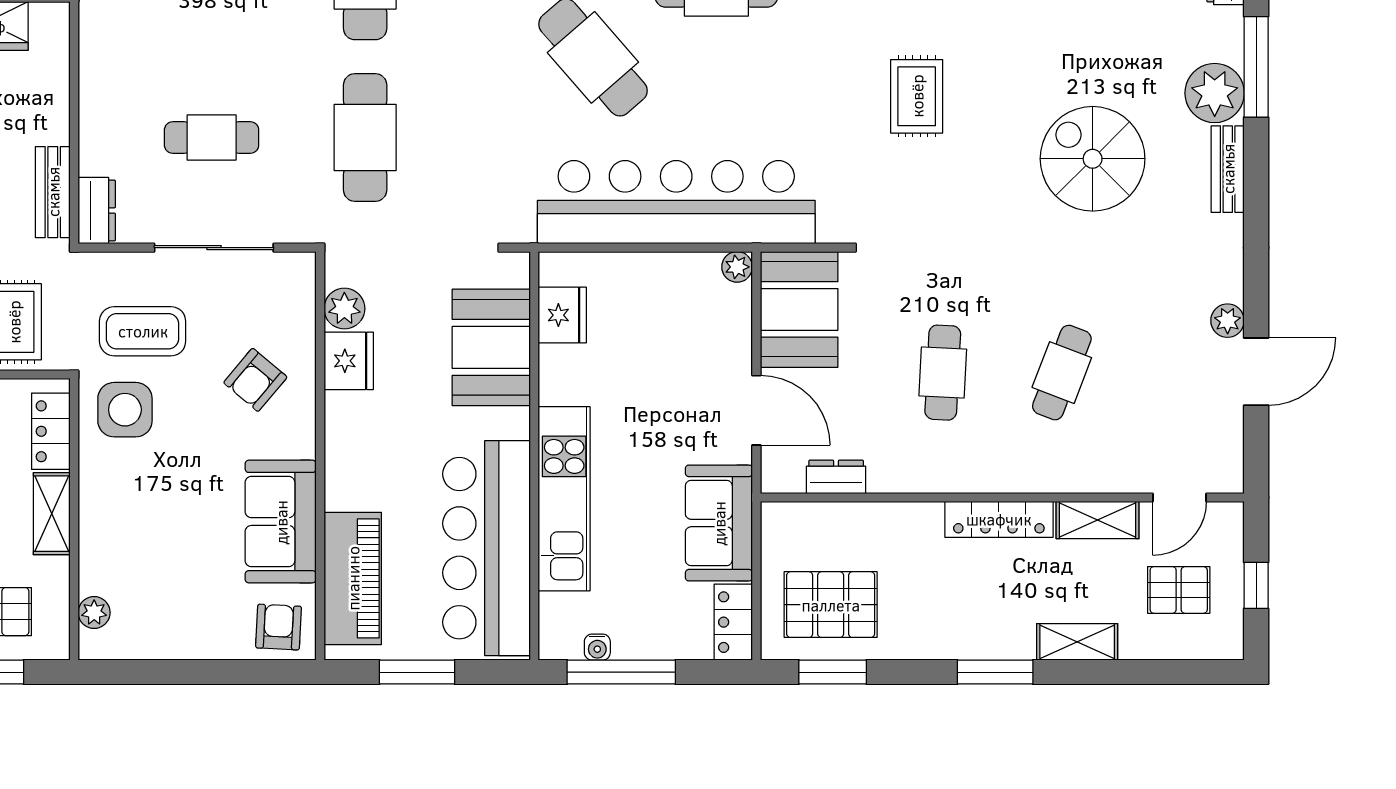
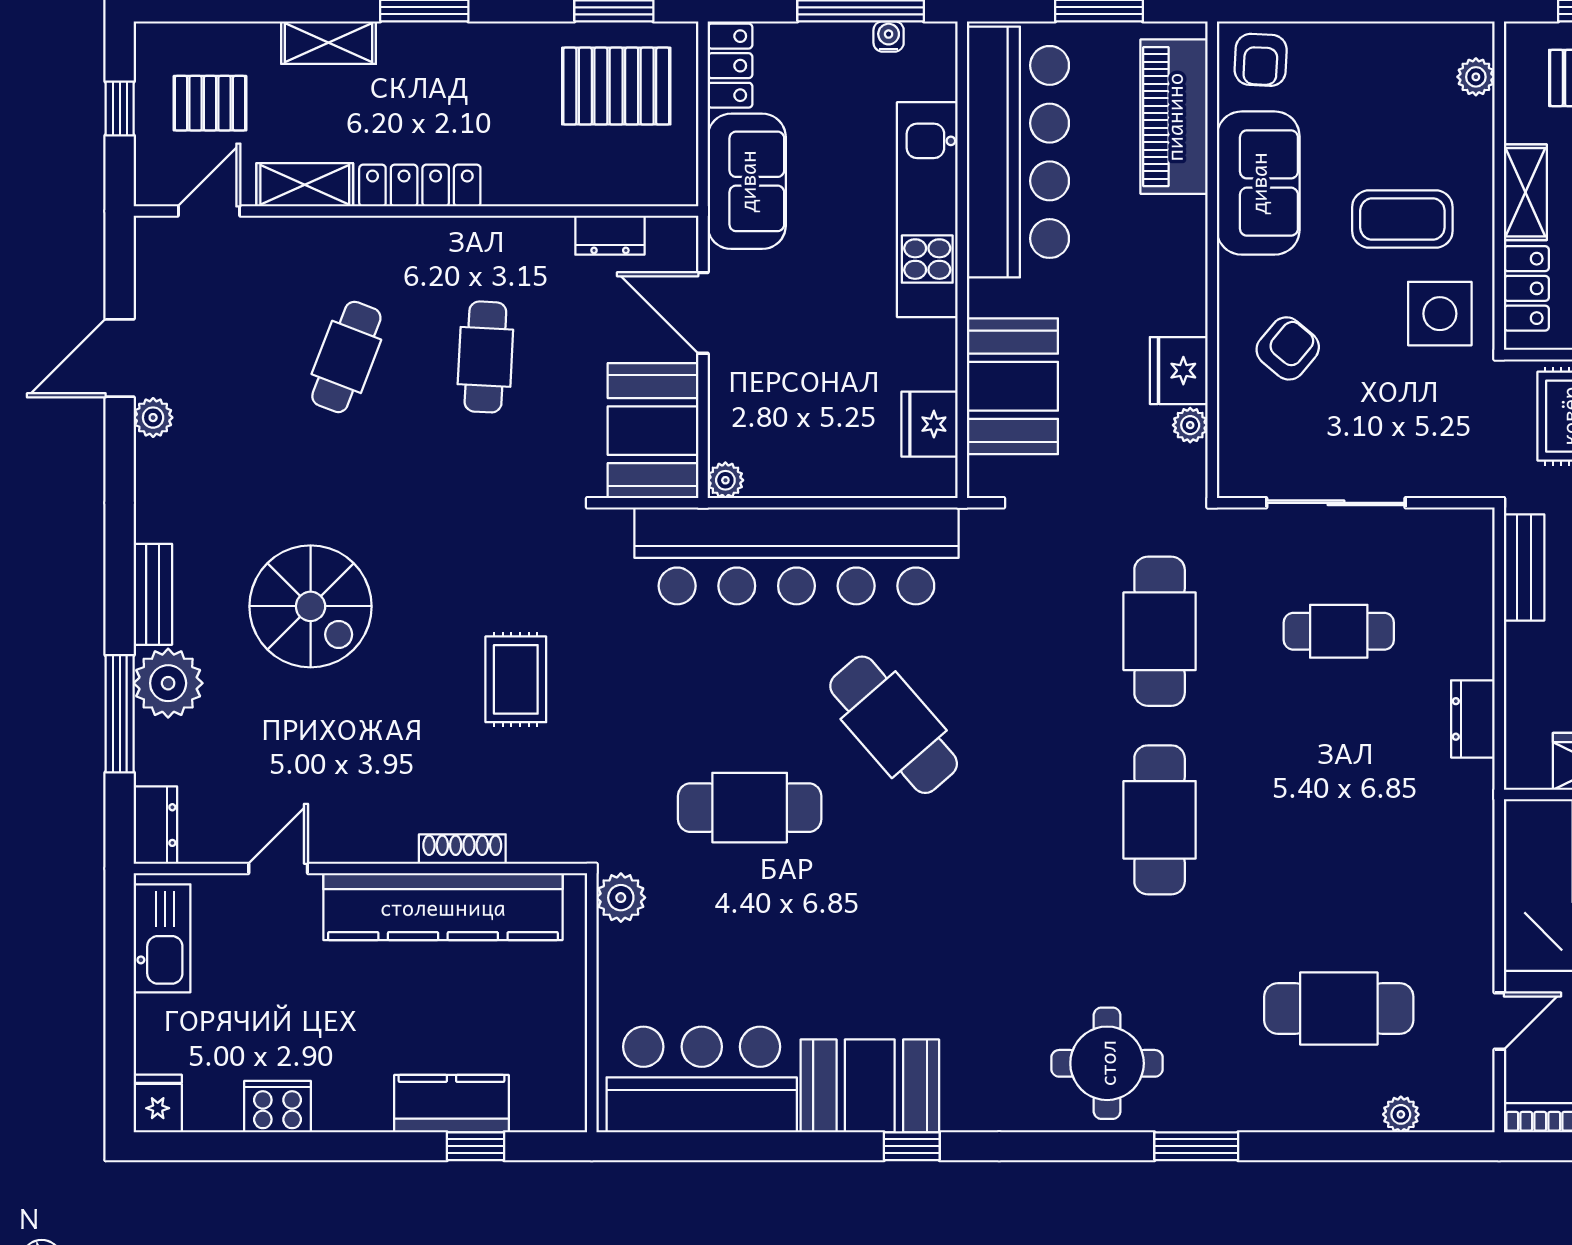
dresser: (97, 210) -> (1473, 719), moved
plant: (344, 309) -> (1190, 425), width x0.73, depth x0.73
coffee table: (143, 331) -> (1402, 219), moved

